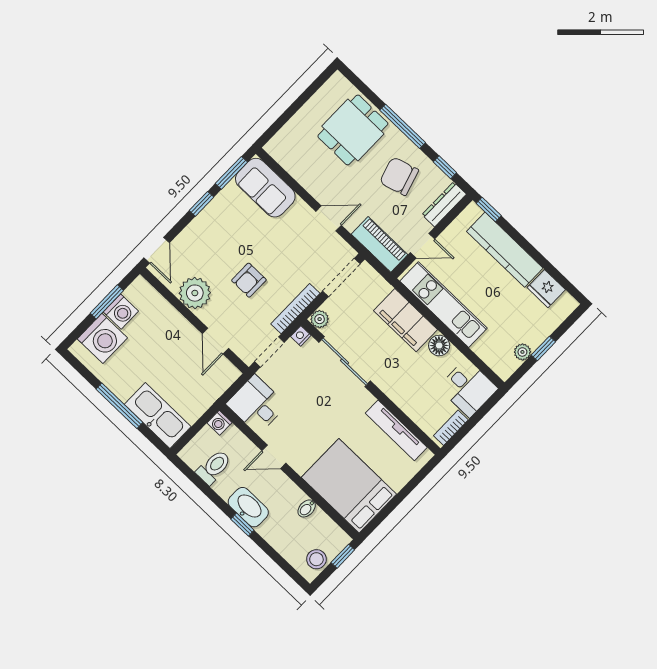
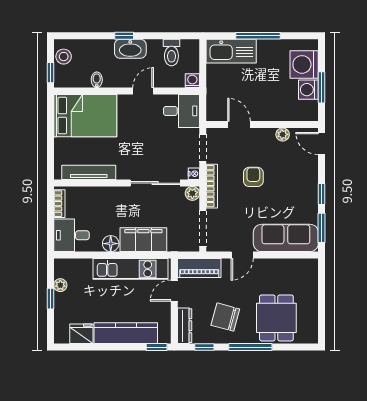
chair: (399, 176) -> (225, 317), turned -148
sofa: (265, 188) -> (286, 238), width x1.36
plant: (195, 293) -> (283, 134), width x0.53, depth x0.53

